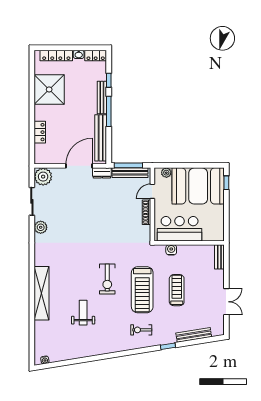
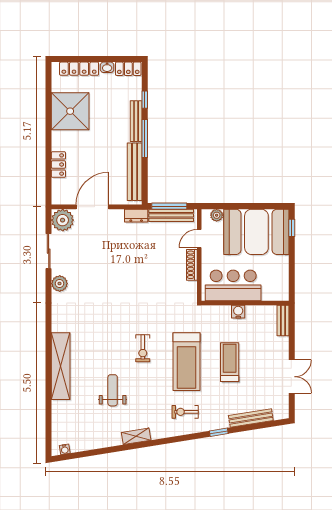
door: (79, 166) -> (92, 207), moved
water cooler: (171, 250) -> (238, 312), moved
exercise bike: (107, 279) -> (143, 348), width x0.73, depth x0.72
shelving: (102, 349) -> (136, 436), added

